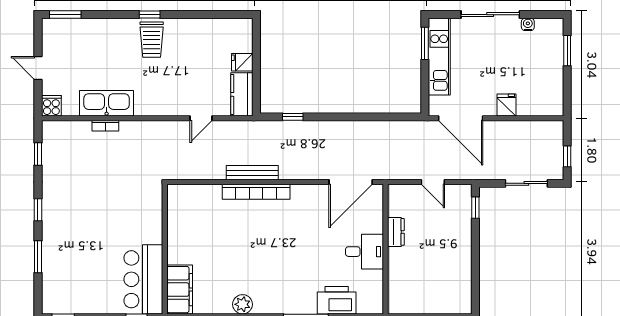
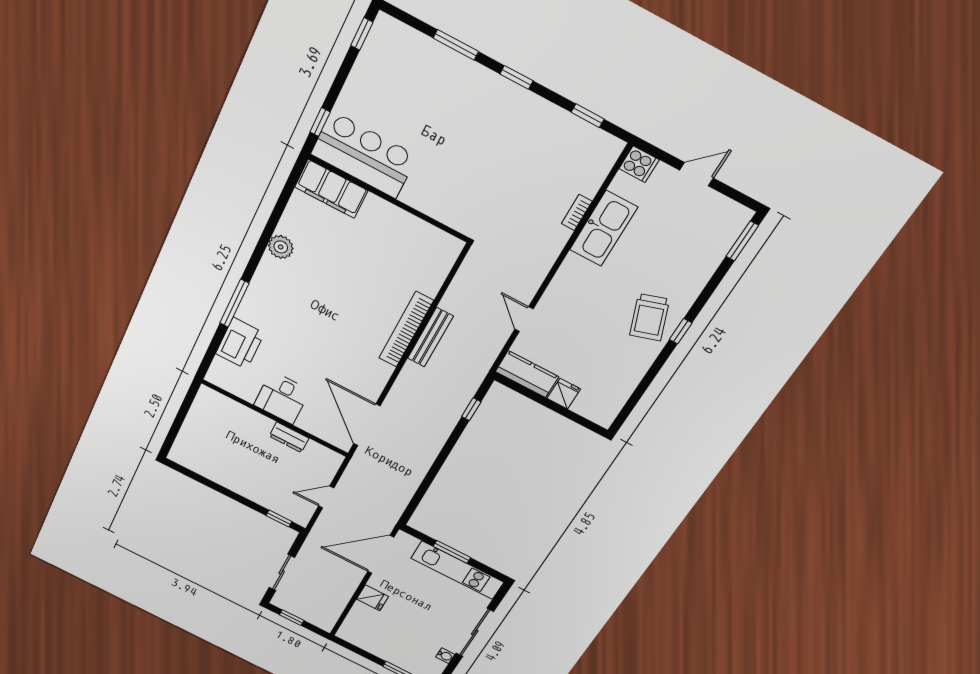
trolley: (152, 40) -> (650, 317), turned -109
window: (425, 43) -> (452, 552), moved

